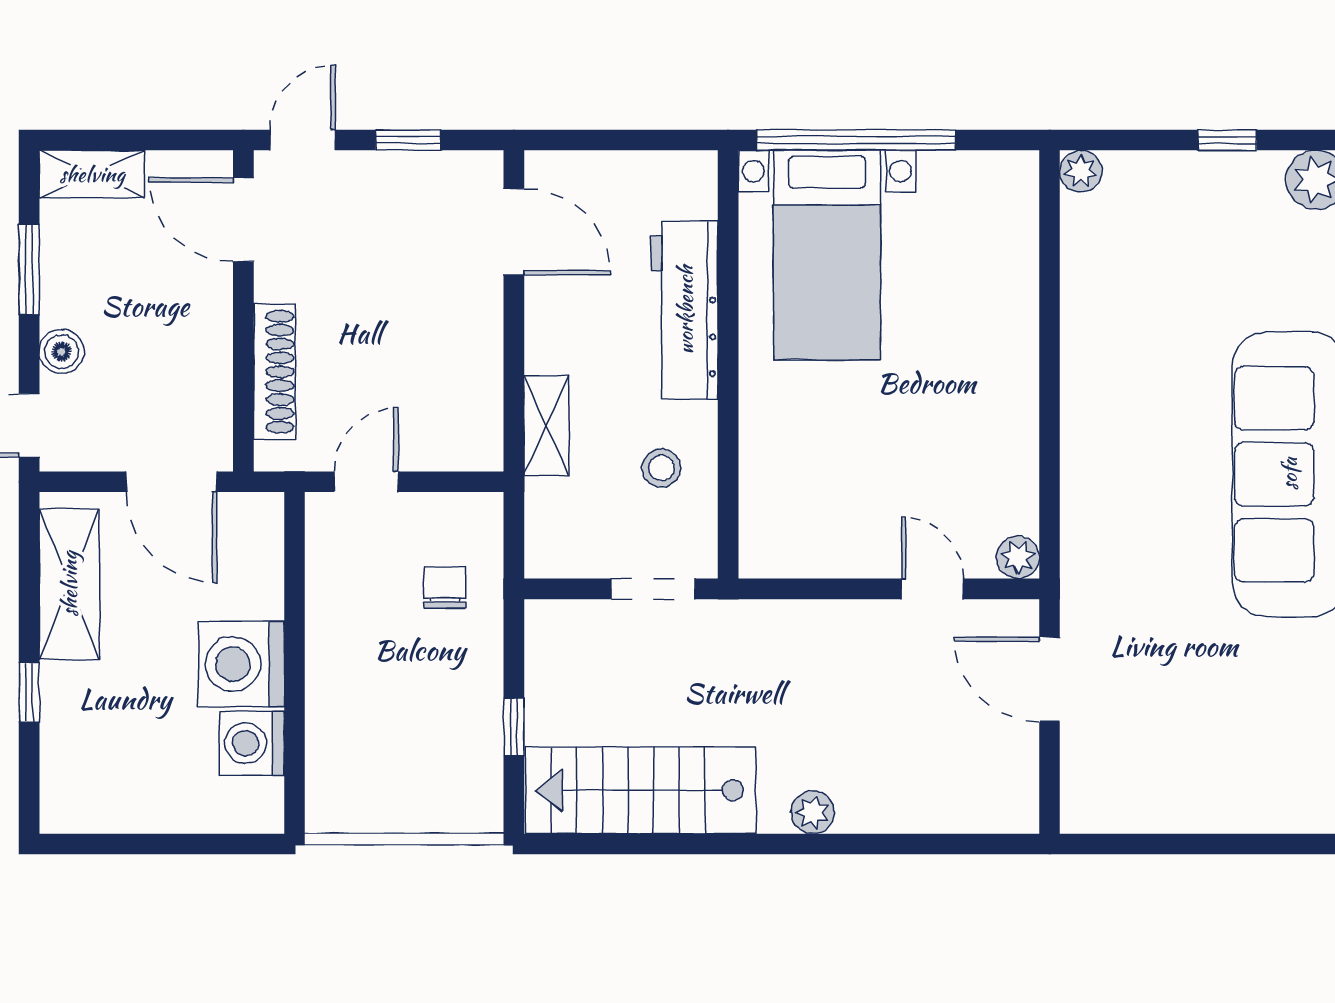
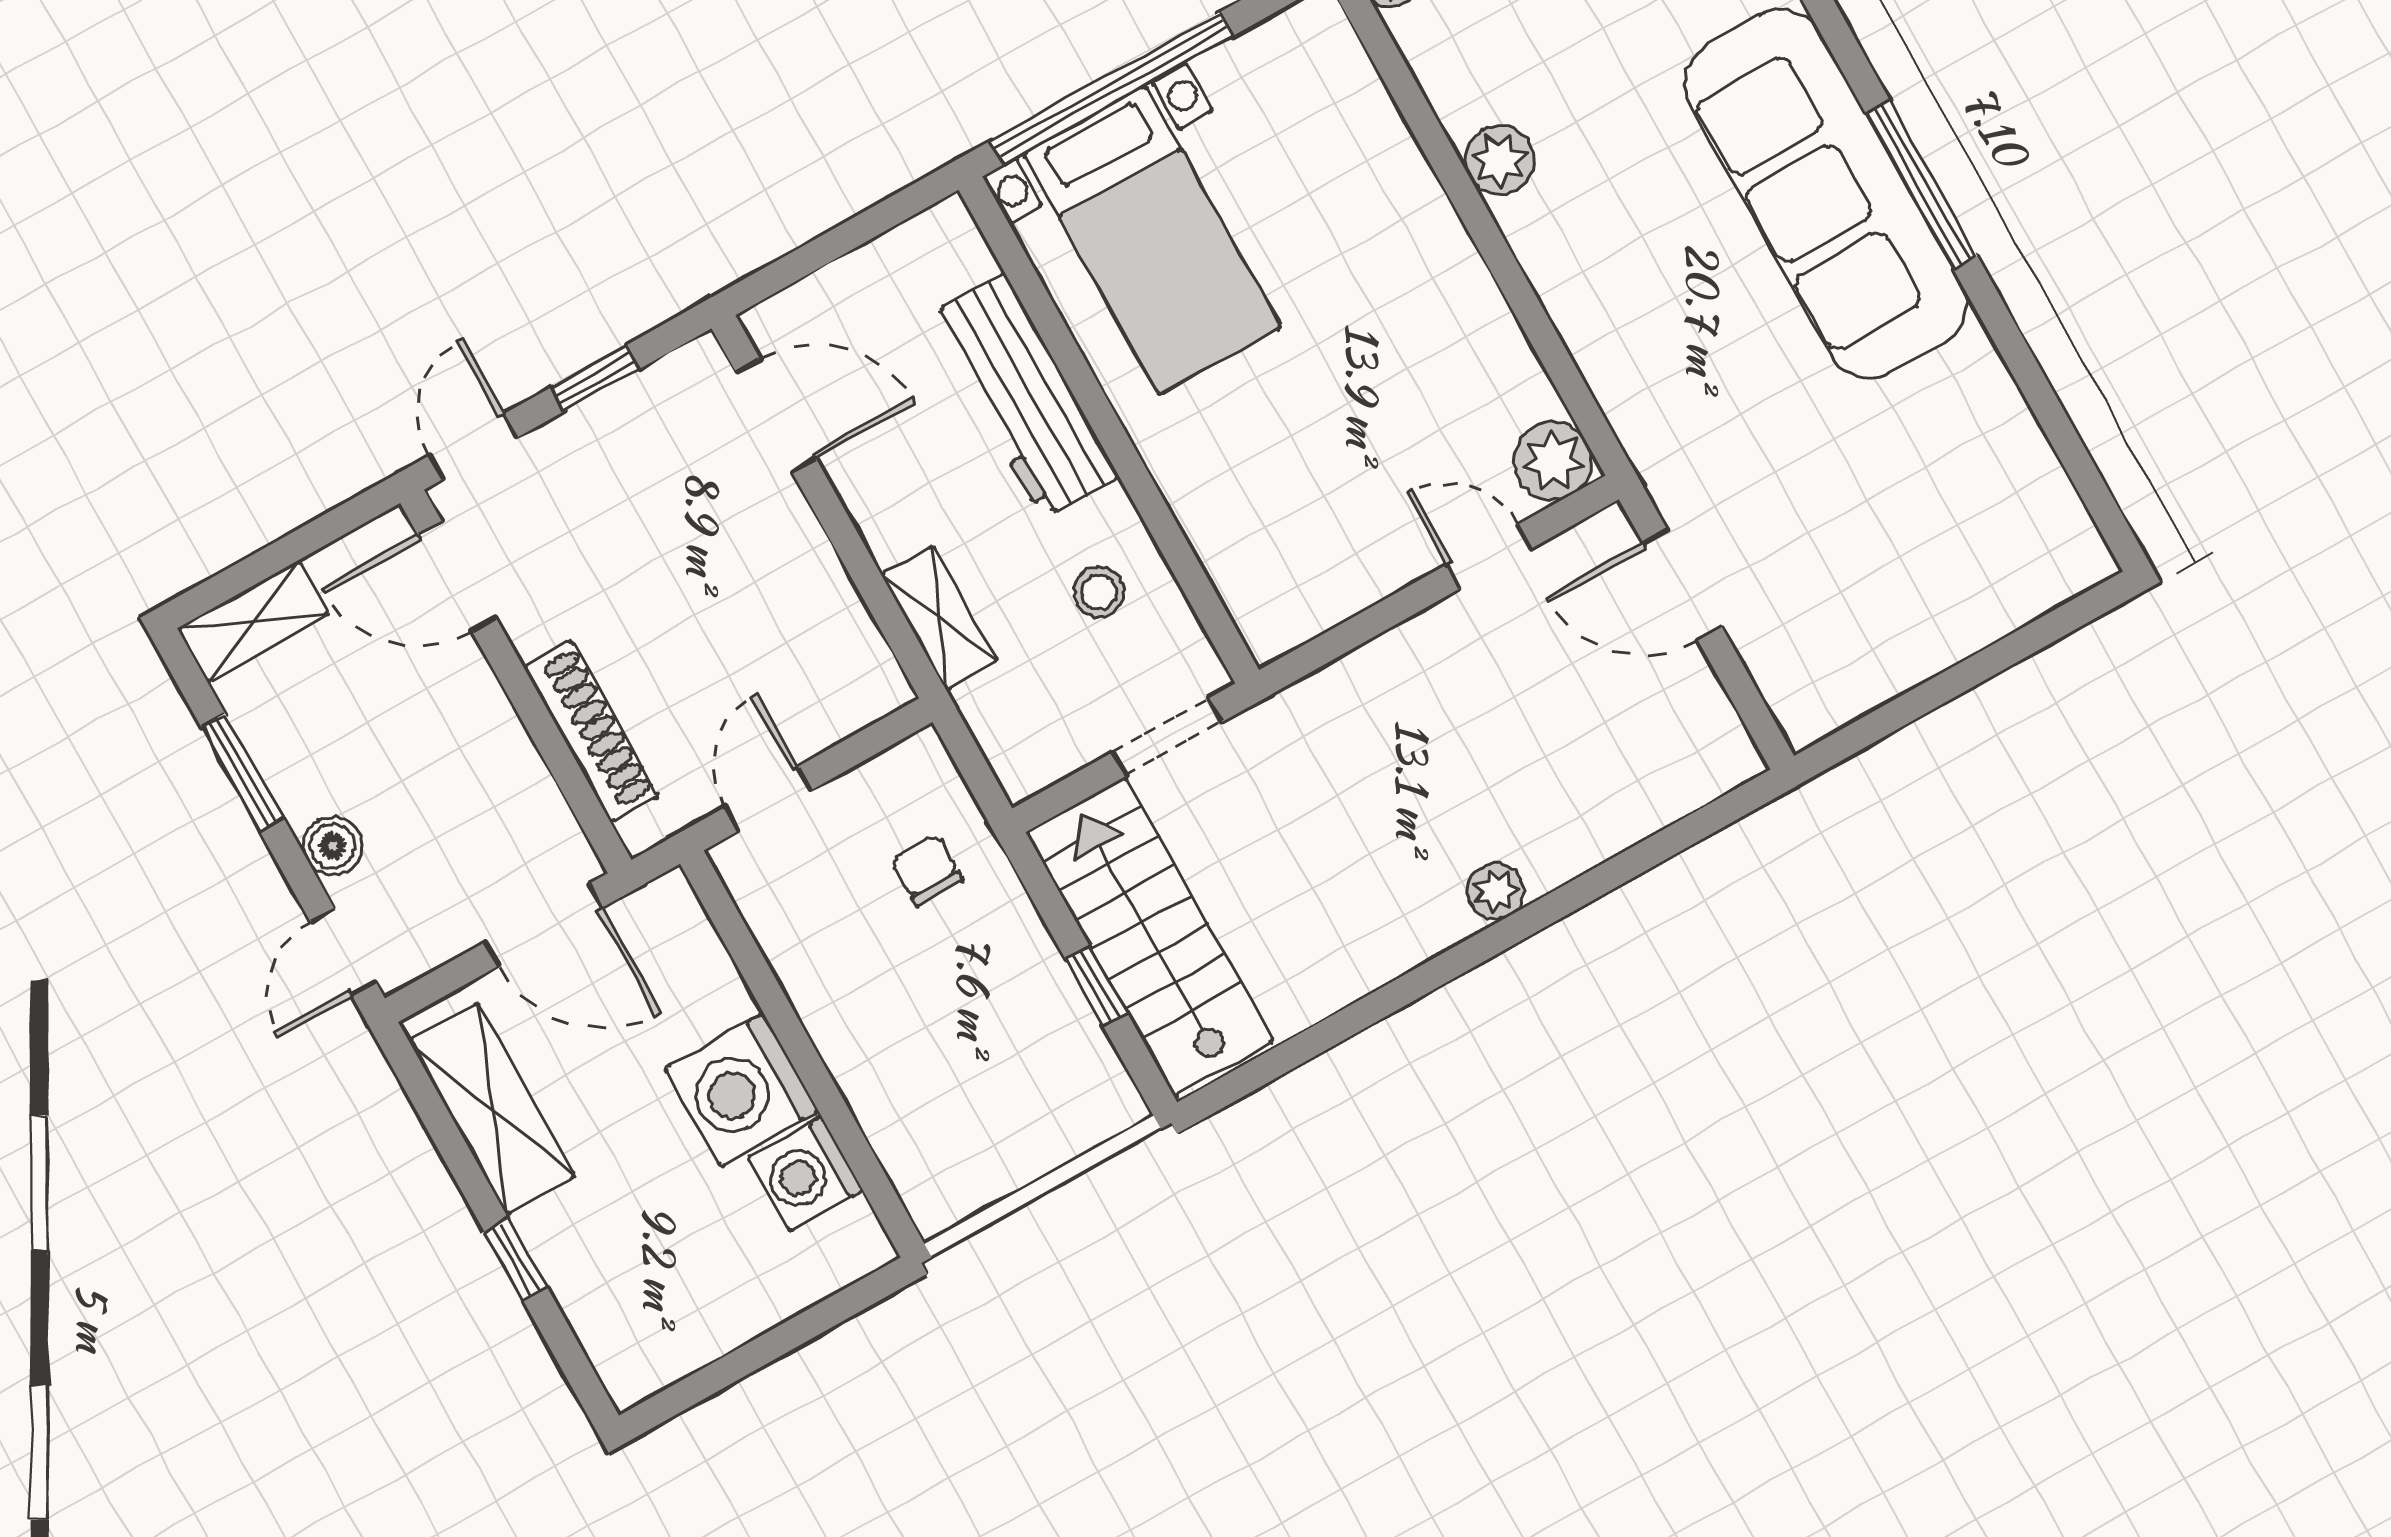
plant: (1086, 331) -> (1500, 160), added
plant: (1018, 557) -> (1553, 461), width x1.38, depth x1.38
stairs: (641, 790) -> (1150, 937), moved, turned 90

